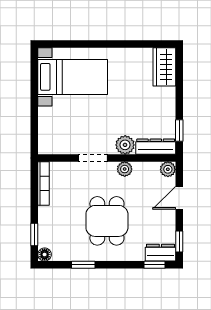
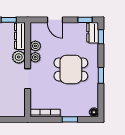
plant: (168, 169) -> (35, 46), moved
window: (34, 235) -> (70, 119), moved
window: (83, 265) -> (101, 75), moved

